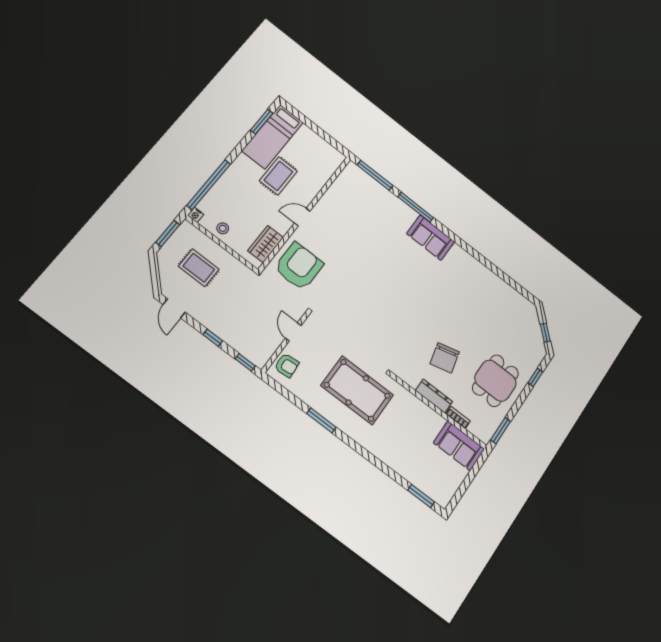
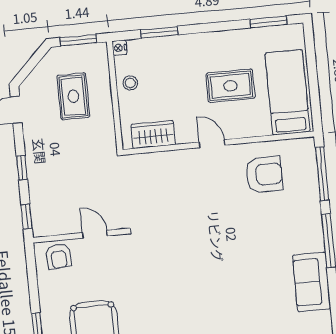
bed: (273, 137) -> (288, 92), moved, turned 90
window: (209, 185) -> (159, 32), width x0.47
armchair: (299, 266) -> (264, 174), moved, width x0.73, depth x0.73
door: (293, 332) -> (95, 234), hinge flipped

